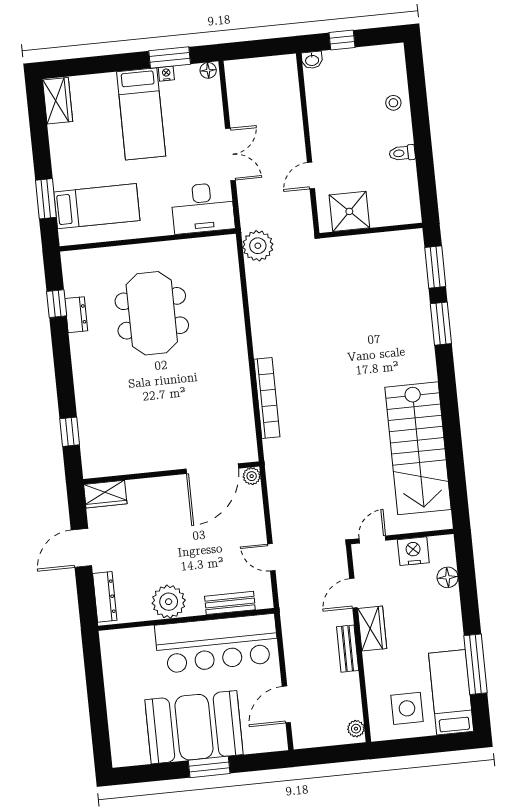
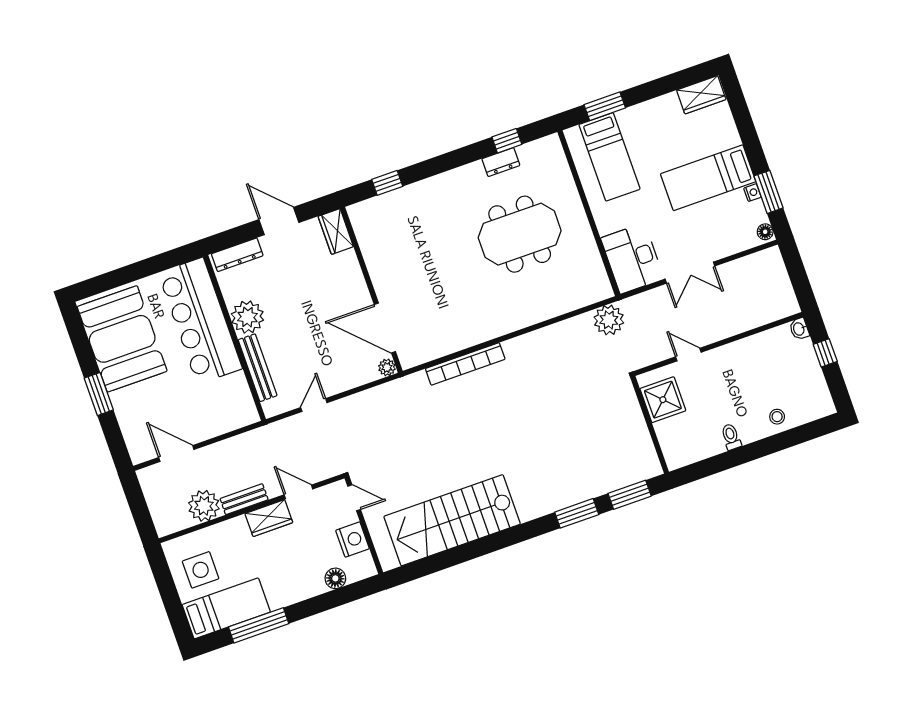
bench: (230, 603) -> (258, 368), width x1.36
bar counter: (217, 644) -> (200, 321), moved
booth: (194, 727) -> (122, 339), moved
plant: (356, 729) -> (204, 506), moved, width x1.87, depth x1.87

